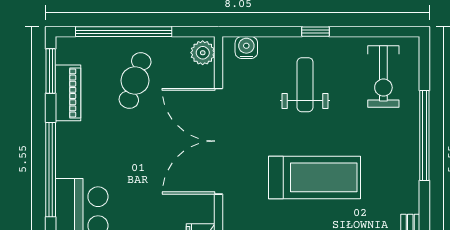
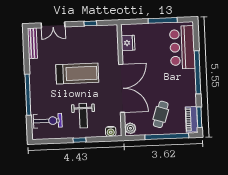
exercise bike: (383, 76) -> (48, 121), turned 90
piano: (68, 93) -> (191, 119), moved
treadmill: (314, 177) -> (77, 74), turned 180

